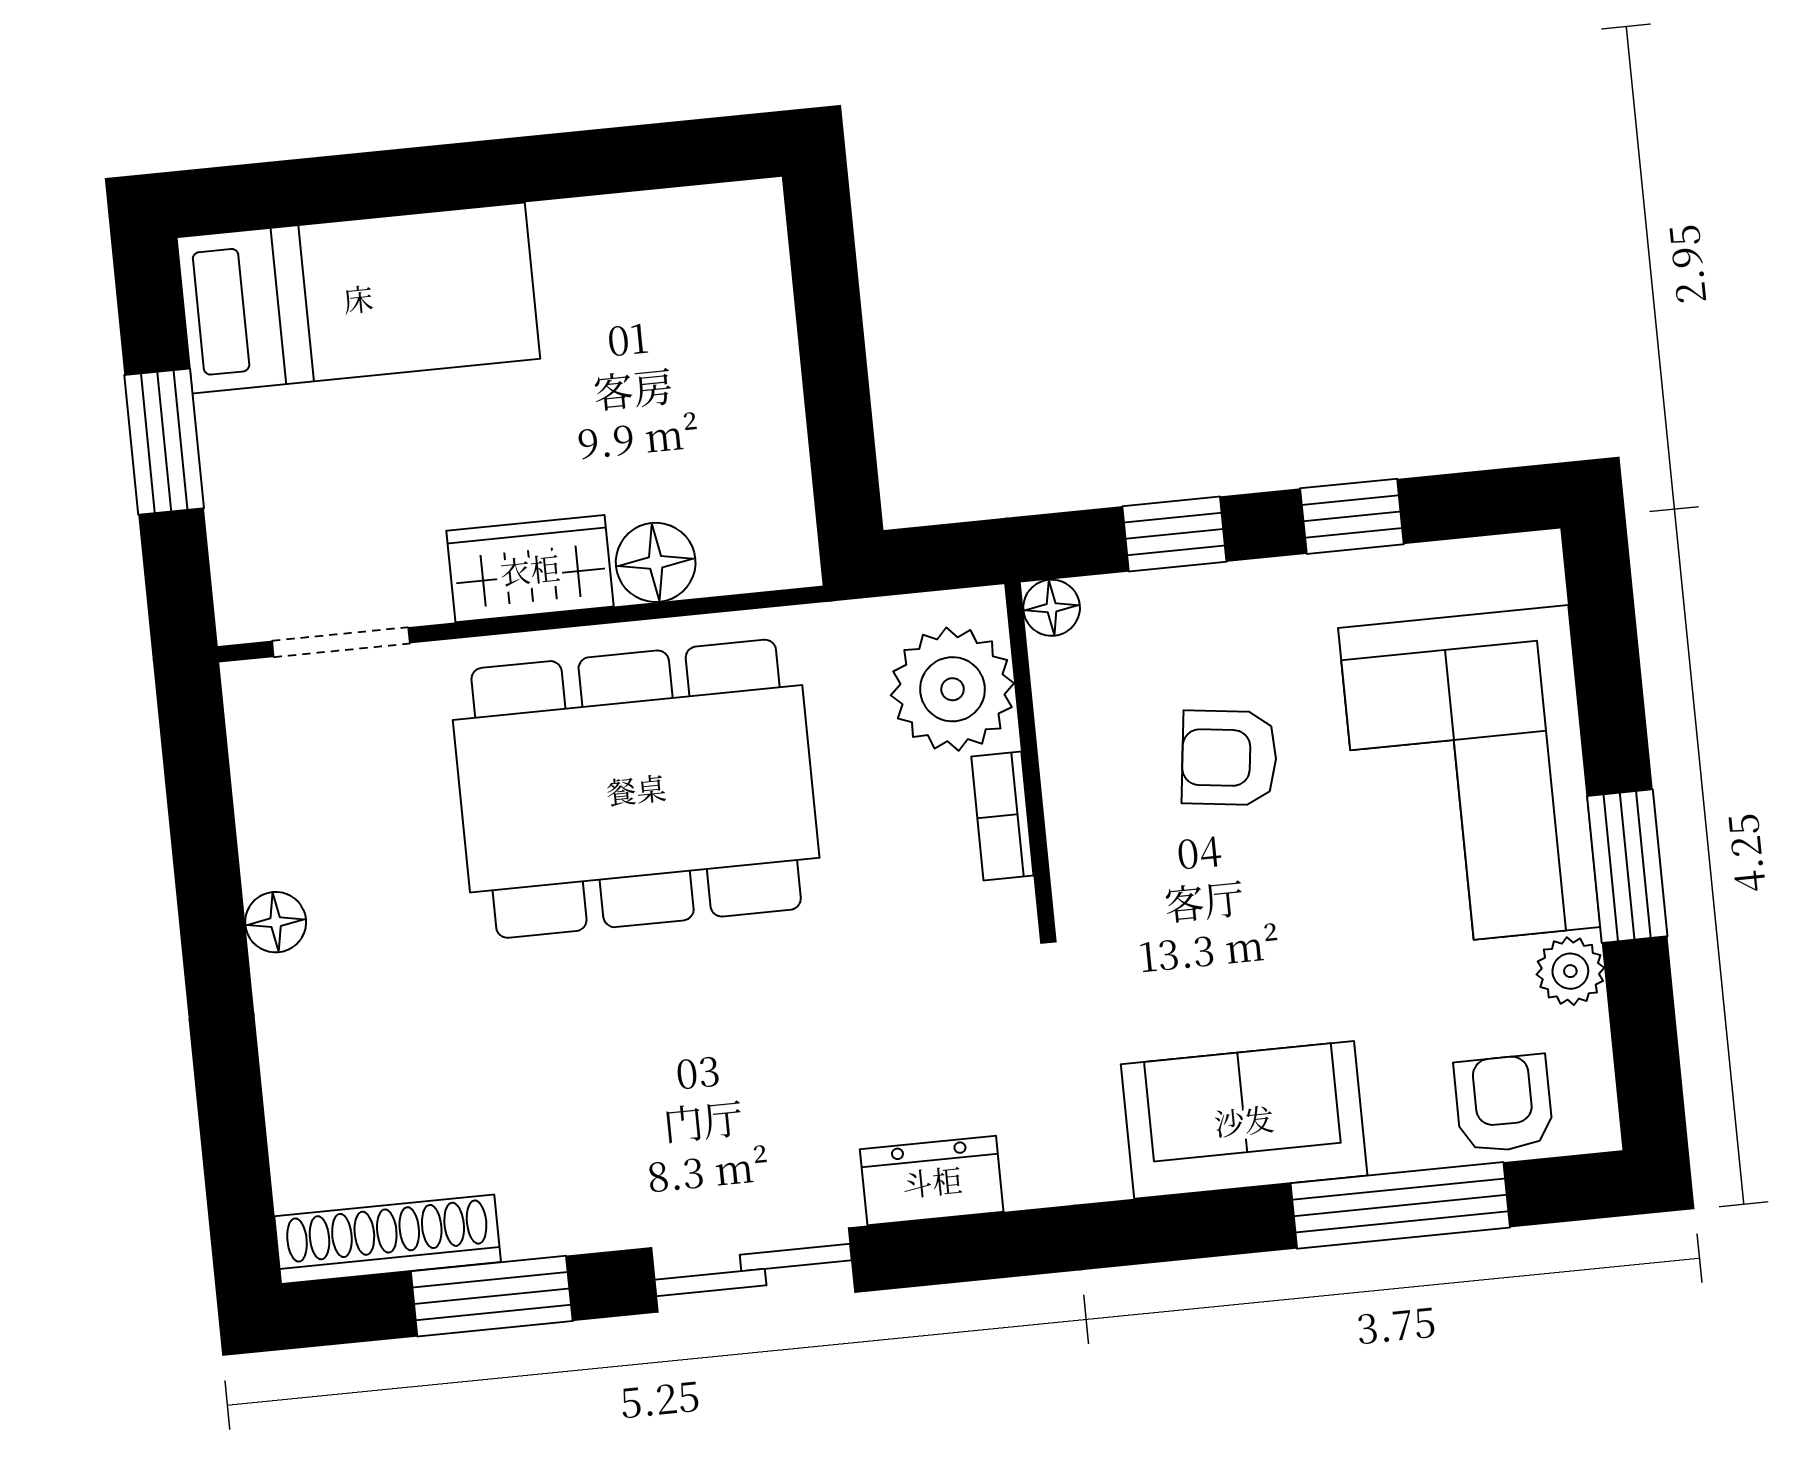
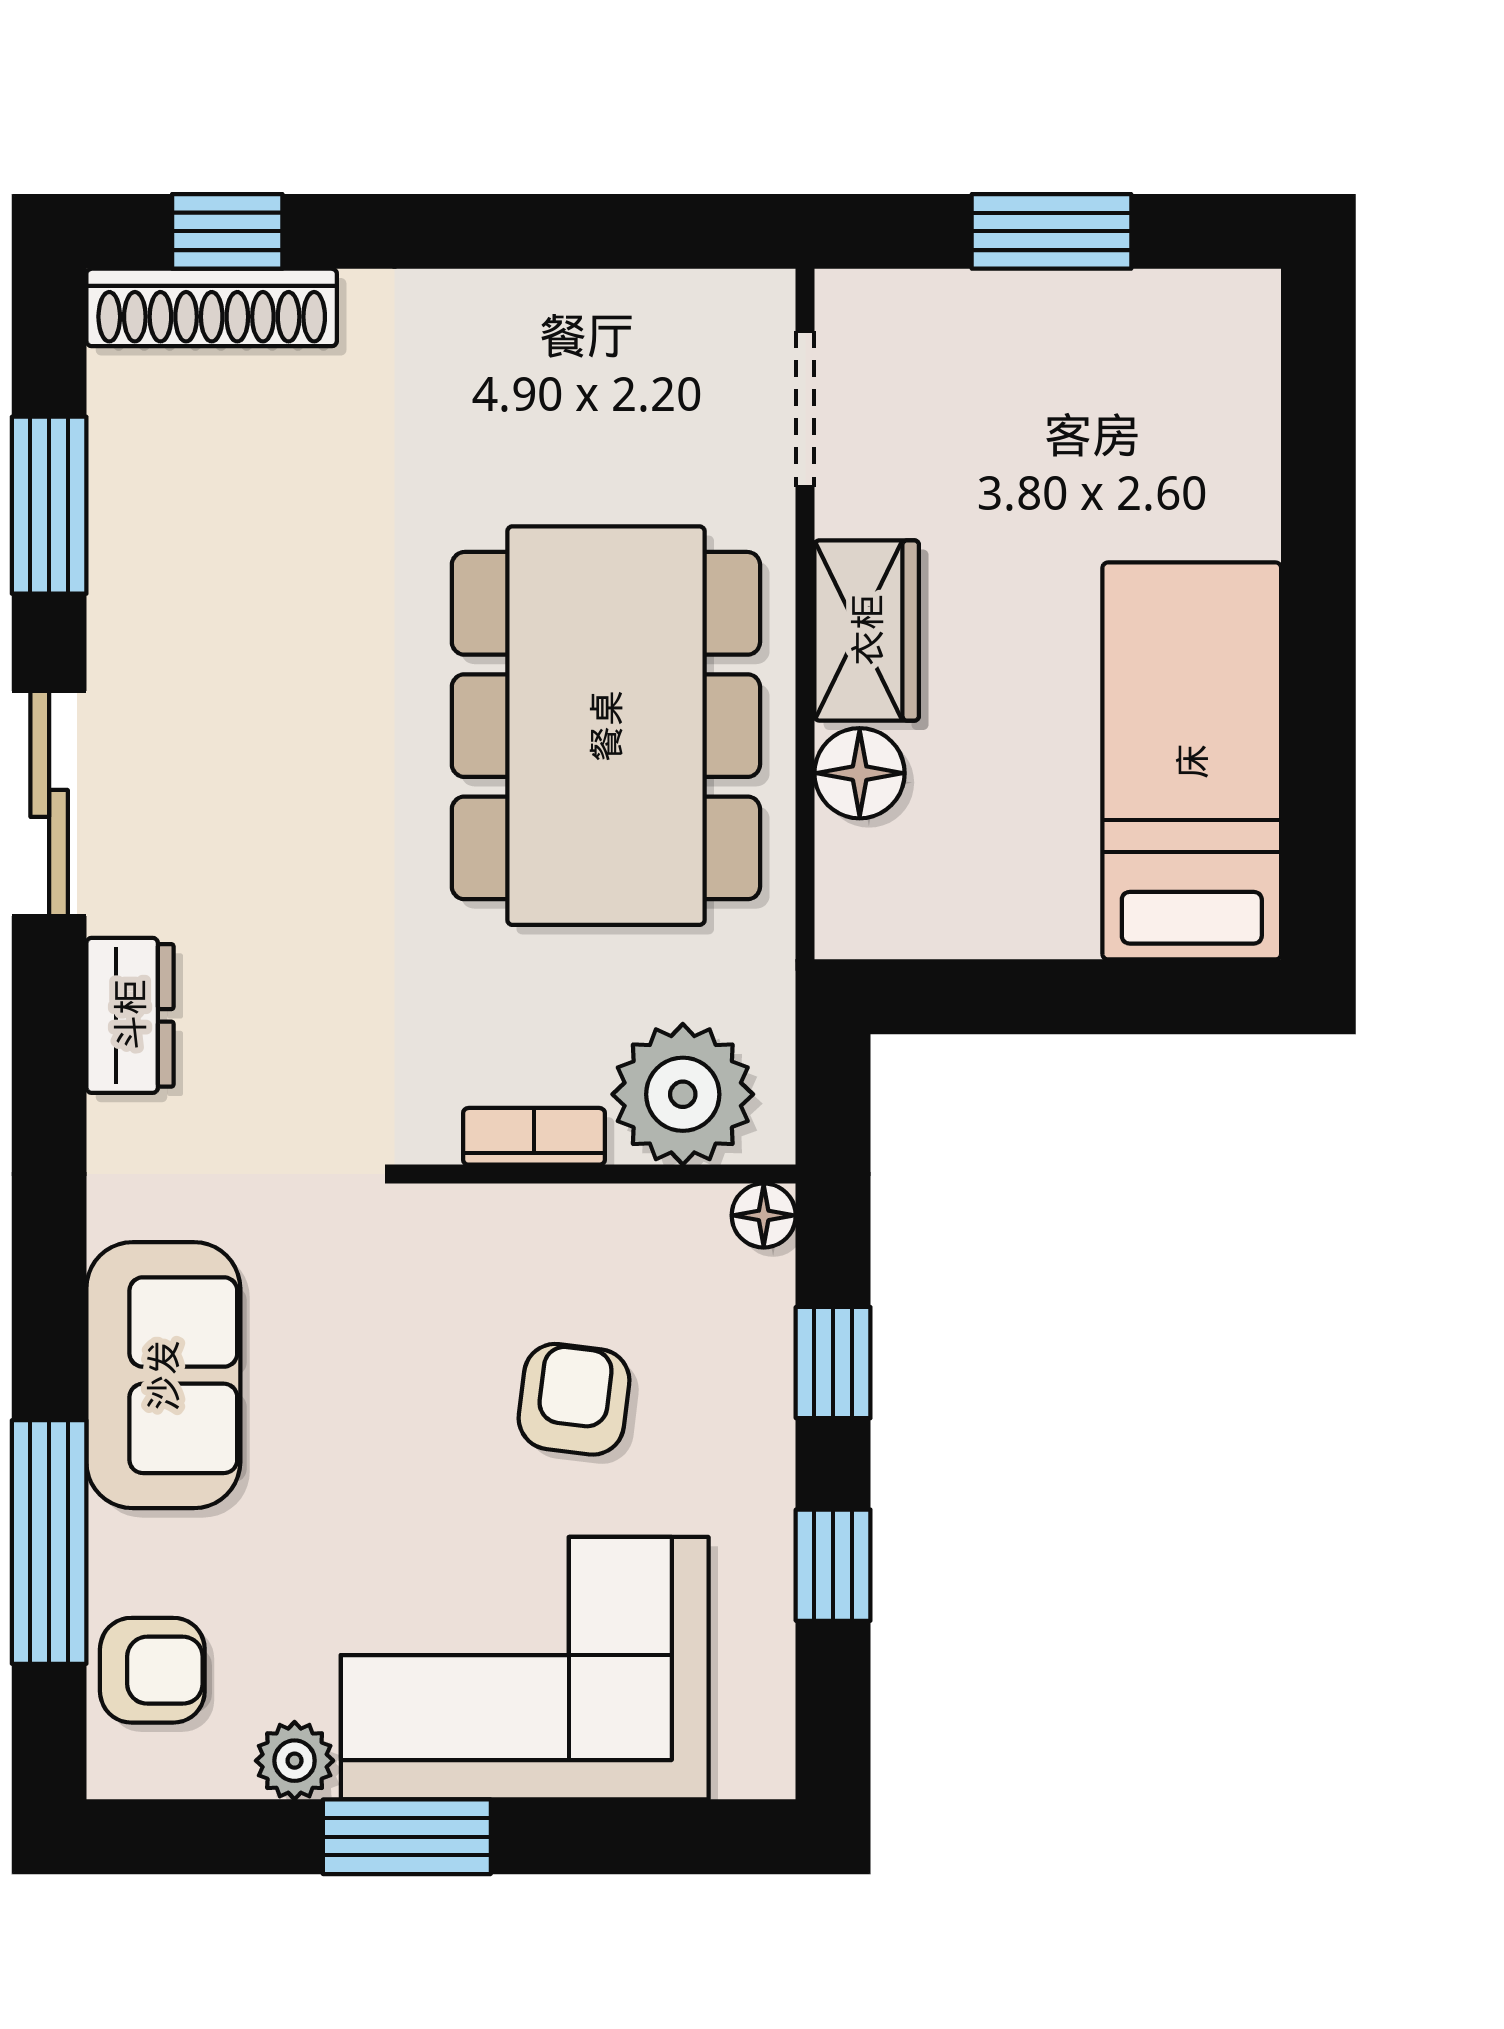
bed: (358, 298) -> (1192, 761), moved, turned 180
floor lamp: (276, 922) -> (496, 303), removed
window: (236, 1164) -> (227, 231), added
shoe rack: (388, 1239) -> (212, 307), moved, turned 90

